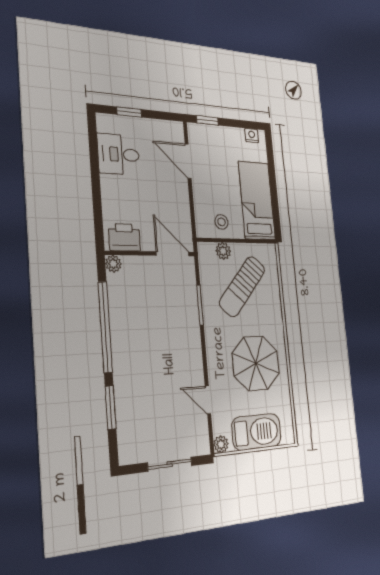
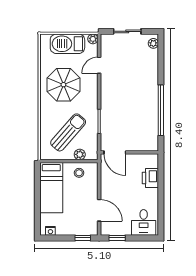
window: (129, 112) -> (117, 238), moved
desk: (119, 154) -> (144, 222), moved, turned 90
printer: (124, 237) -> (150, 178), moved, turned 90
plant: (113, 264) -> (153, 43), moved
door: (208, 400) -> (99, 65), swing flipped
window: (111, 407) -> (161, 66), removed

